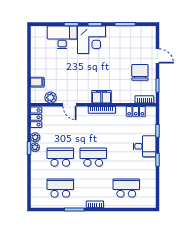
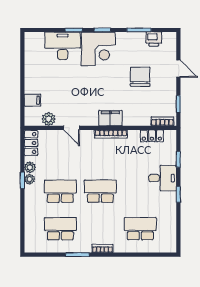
printer: (137, 32) -> (154, 39), added
chair: (140, 72) -> (140, 77), moved

